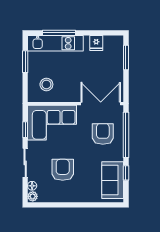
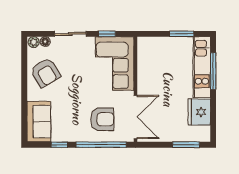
fridge: (96, 43) -> (199, 112), width x1.88, depth x1.34
stool: (46, 84) -> (157, 57), removed
armchair: (63, 170) -> (45, 72), moved, turned 59
sofa: (113, 180) -> (39, 122), moved, turned 90

